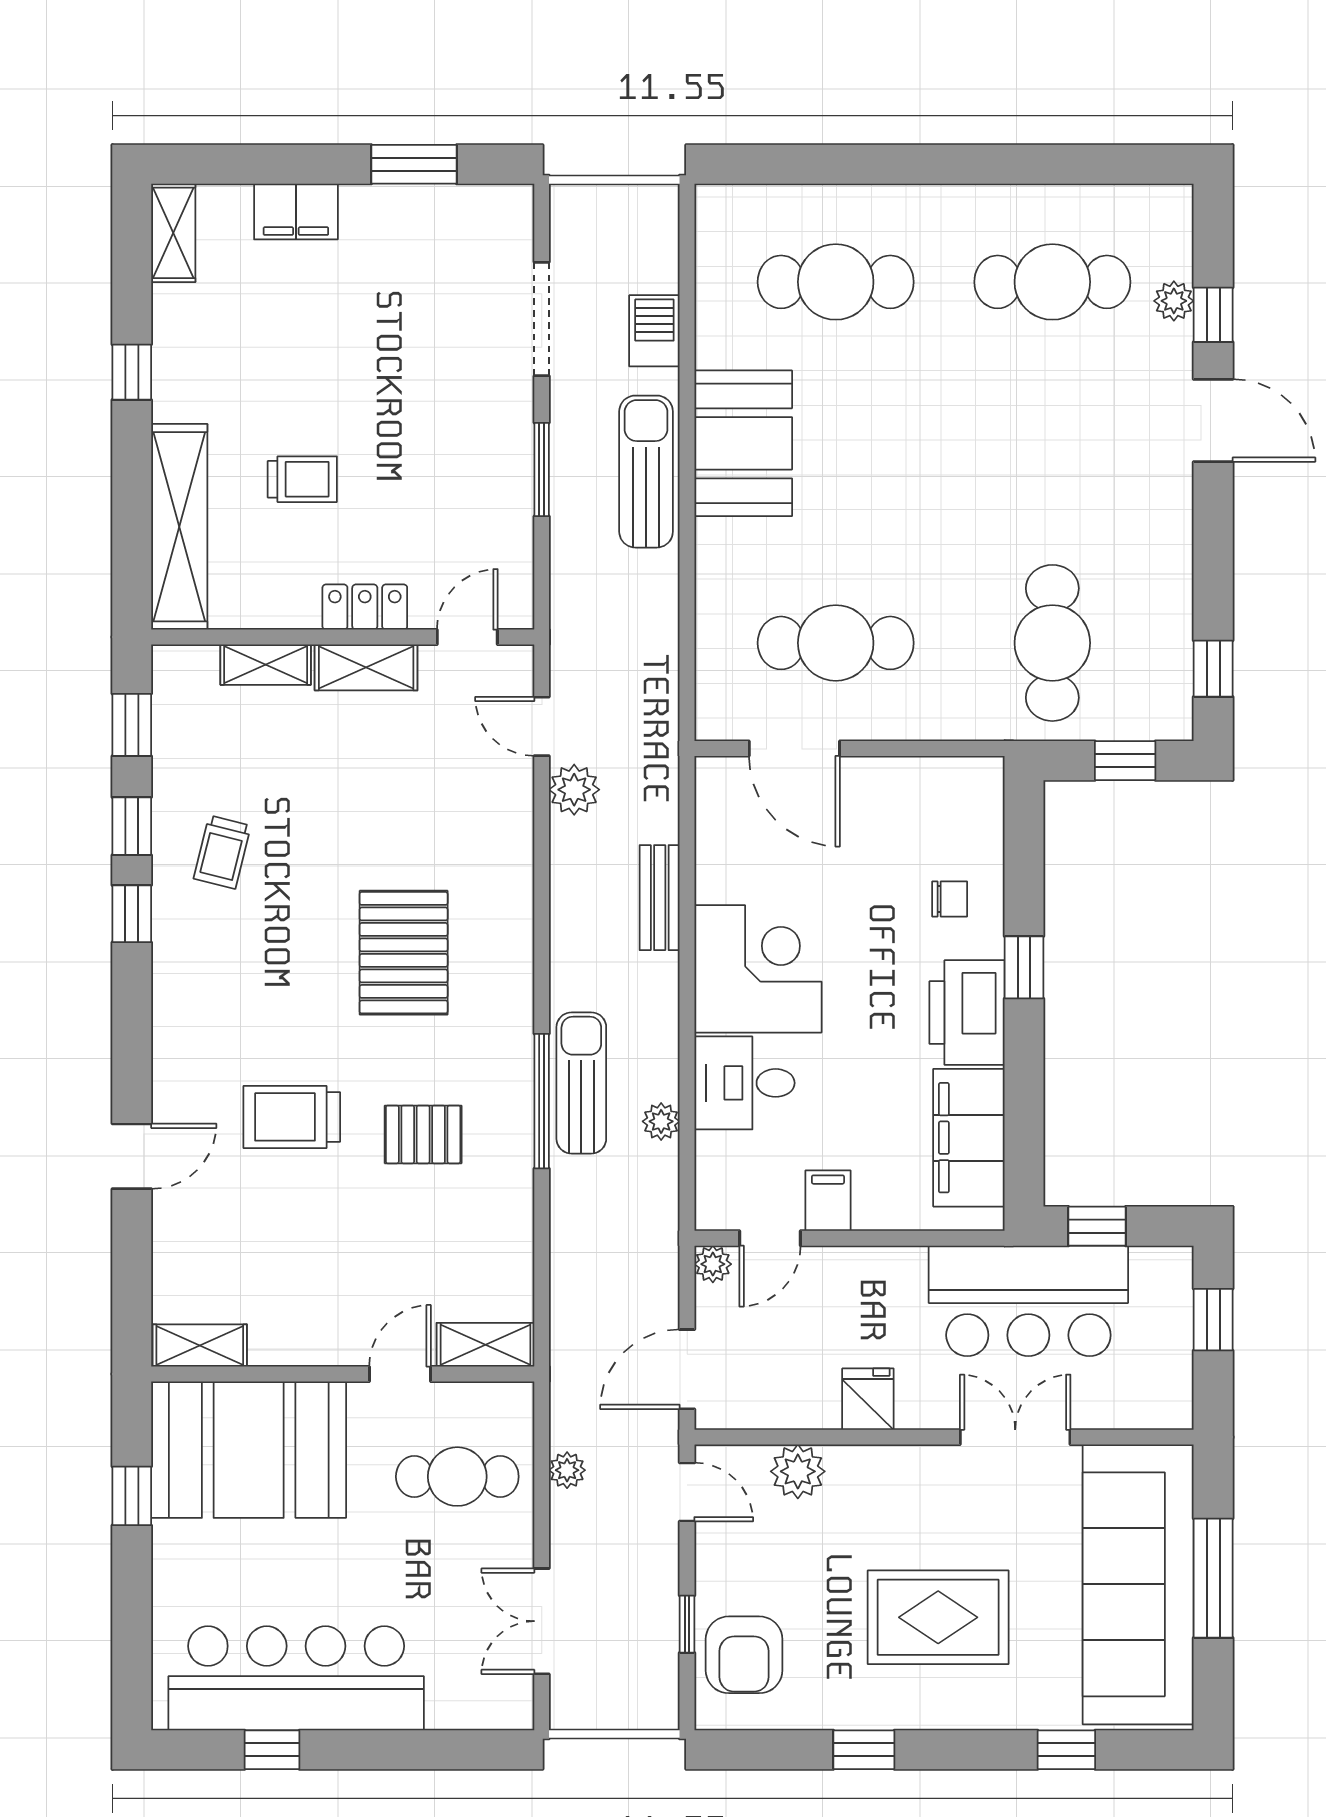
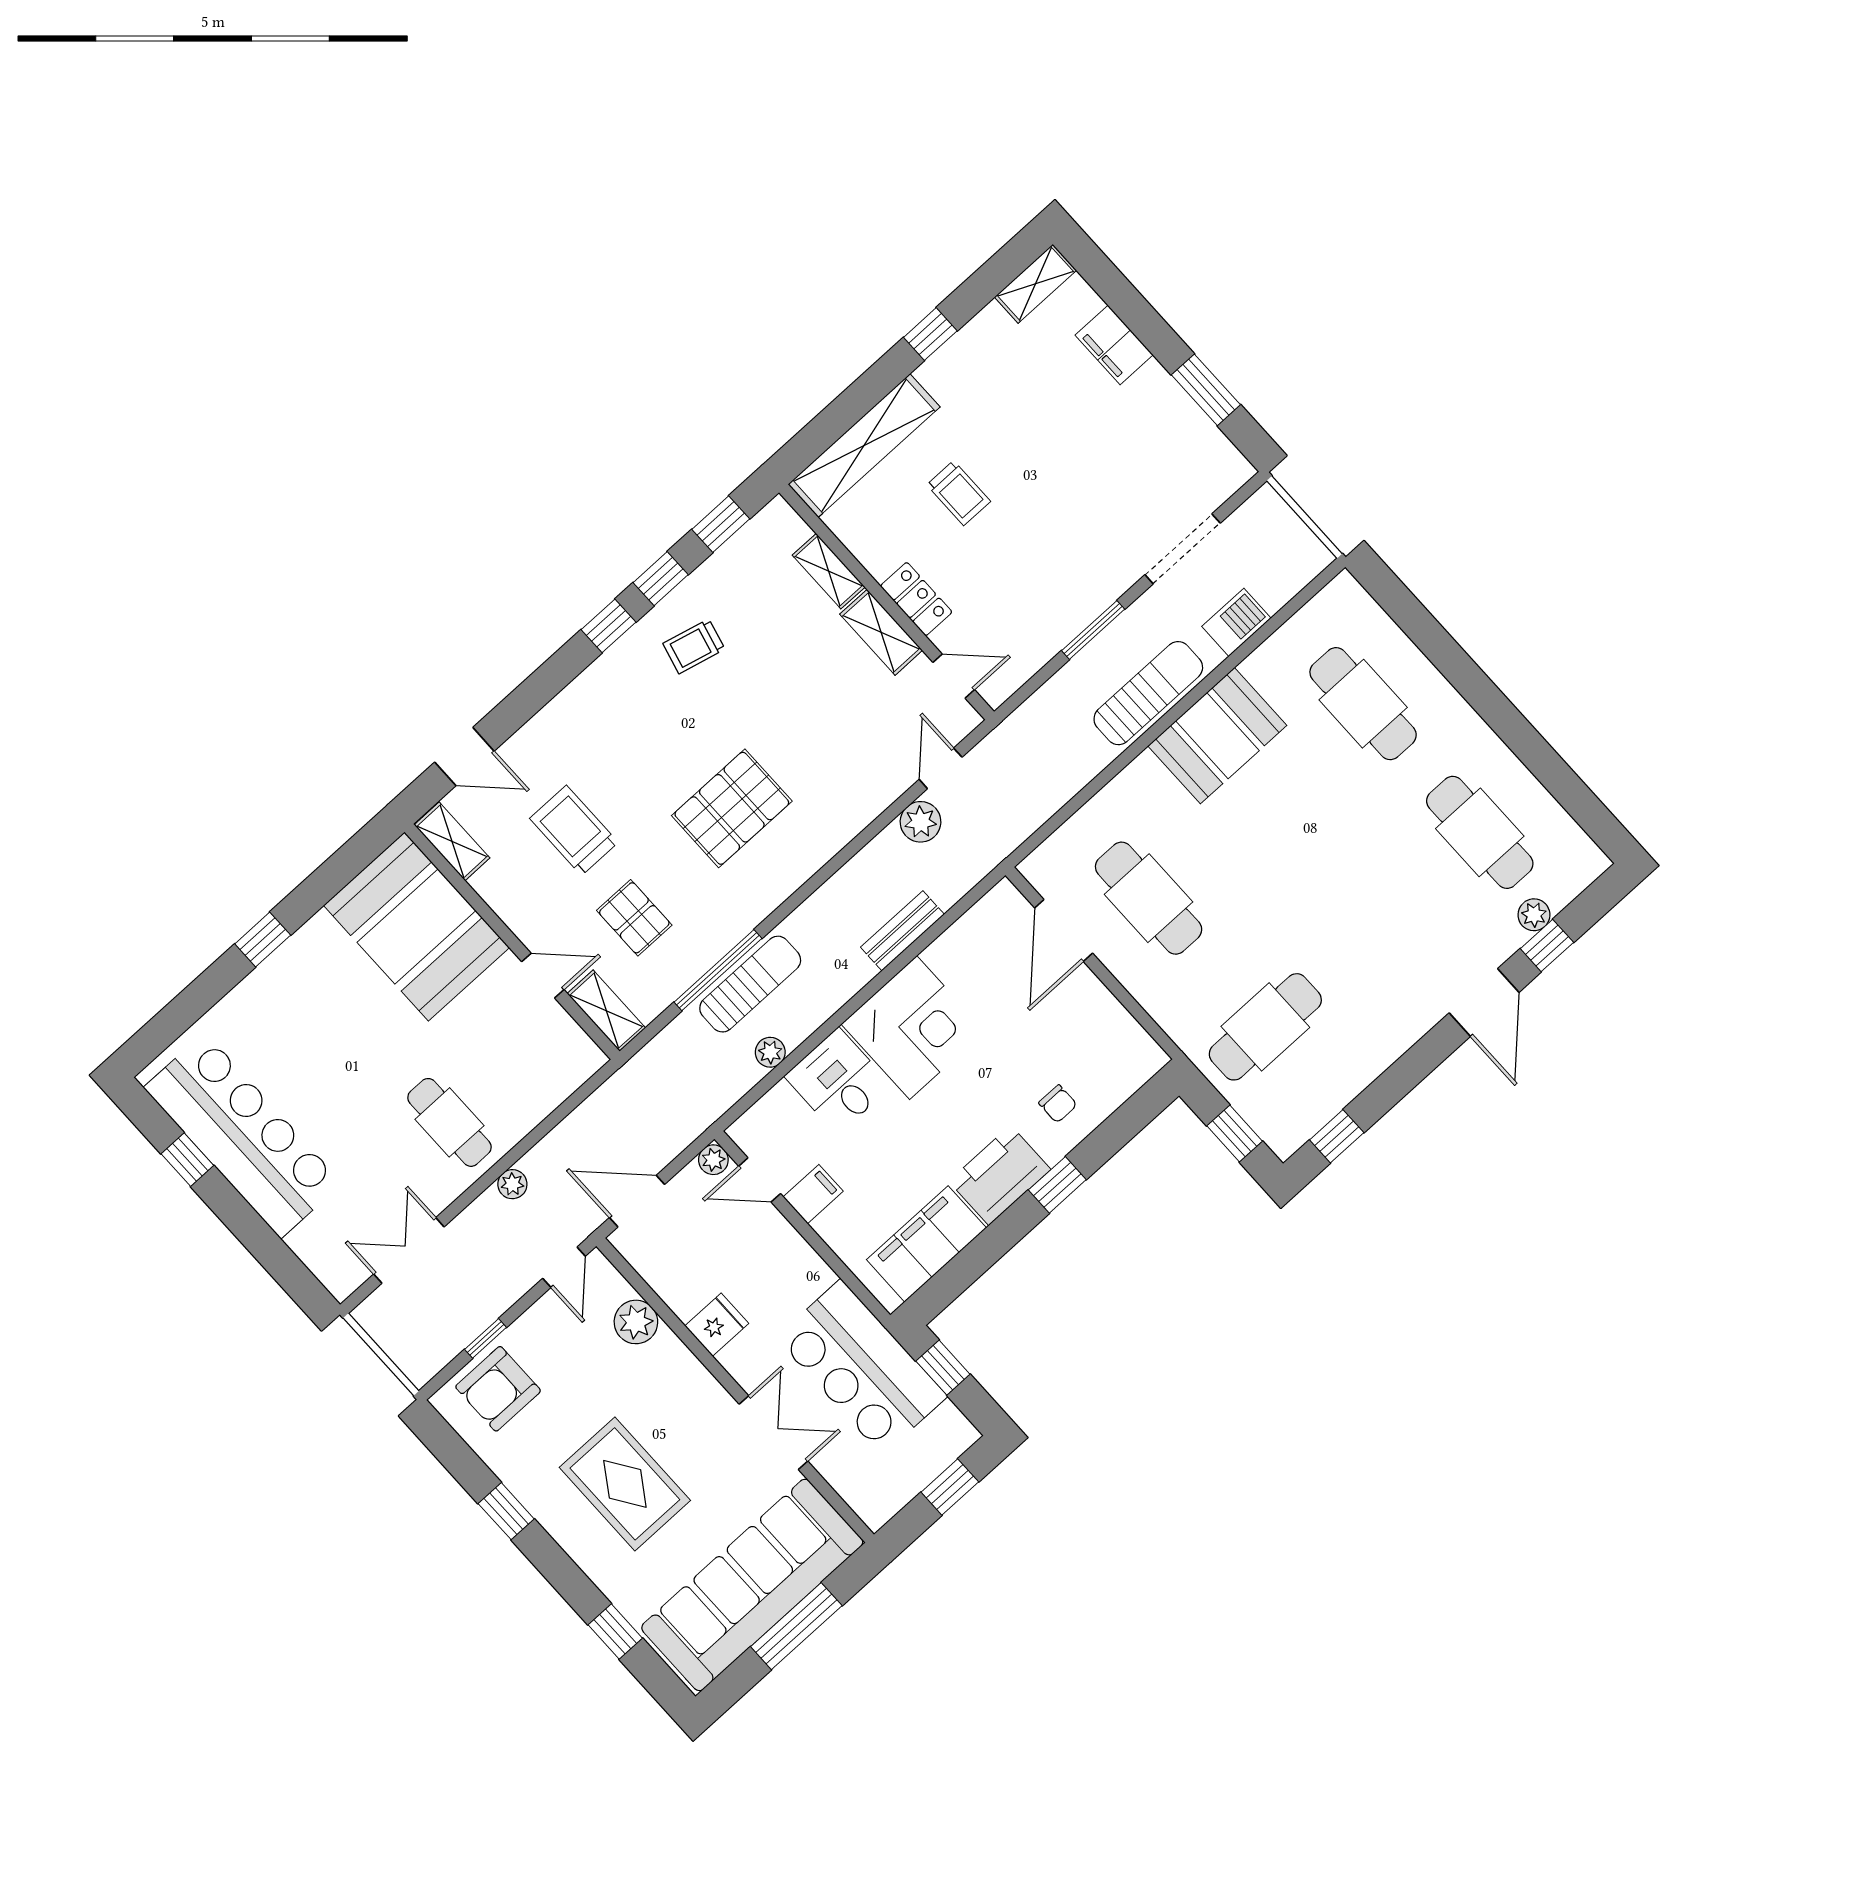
shelving: (485, 1345) -> (606, 1011), moved
shelving: (200, 1346) -> (452, 841), moved
wall: (343, 1374) -> (512, 942), moved
door: (400, 1374) -> (543, 976), moved
booth: (249, 1450) -> (416, 926), moved

